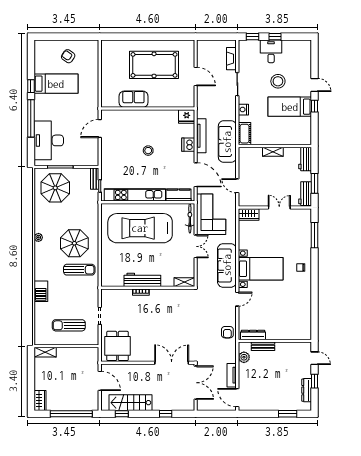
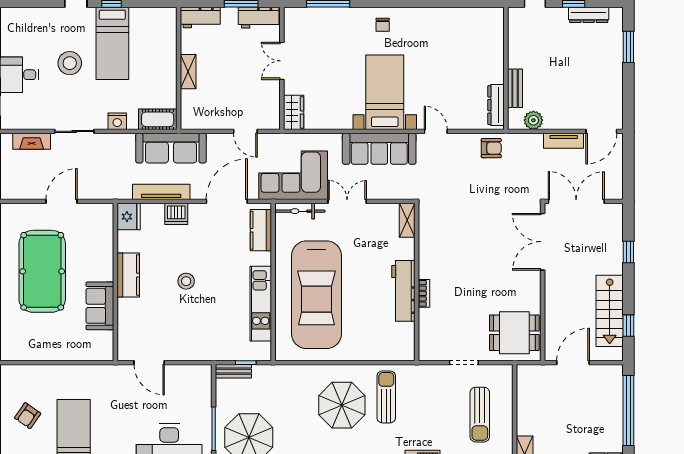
kitchen counter: (152, 116) -> (128, 275), added
door: (237, 186) -> (245, 131), hinge flipped
kitchen unit: (135, 195) -> (261, 304), width x0.73

